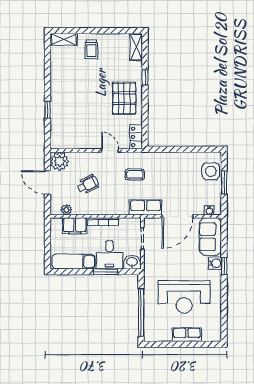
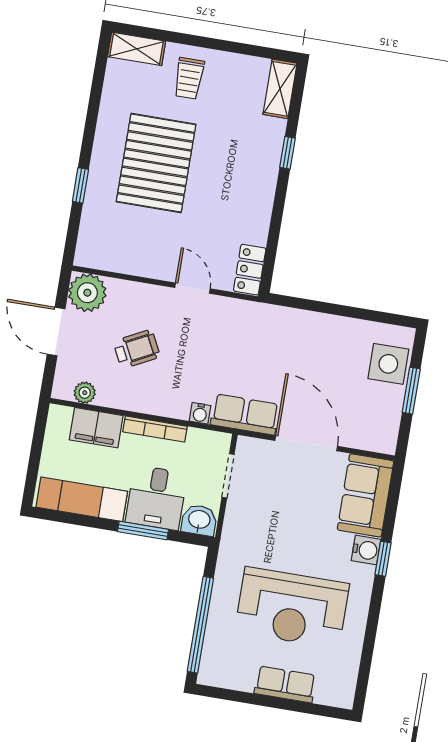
pallet: (124, 98) -> (156, 163), moved, width x1.37, depth x1.41
coffee table: (135, 174) -> (234, 345), removed
water cooler: (209, 210) -> (200, 413), moved
door: (178, 216) -> (306, 443), swing flipped

